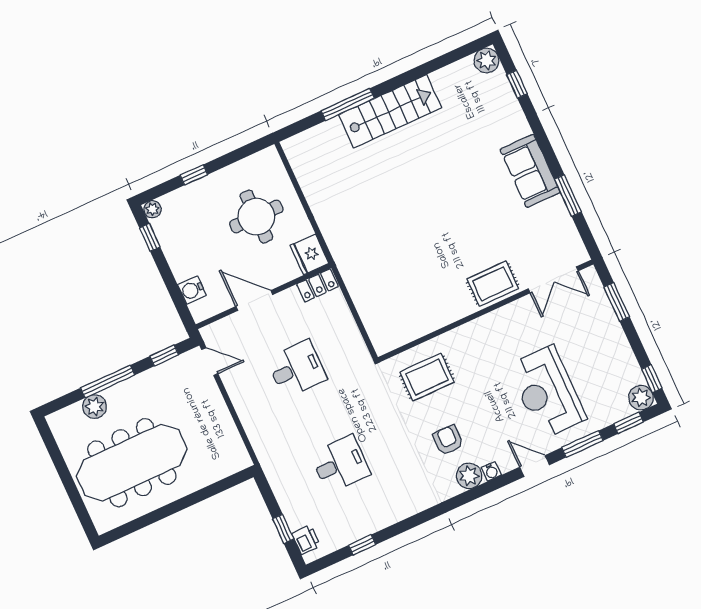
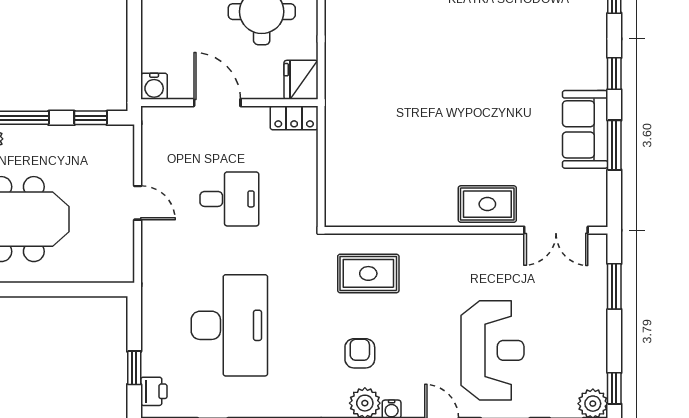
window: (543, 142) -> (614, 74), added
sofa: (530, 171) -> (585, 129), moved
water cooler: (192, 290) -> (154, 86), moved, turned -90
door: (210, 362) -> (138, 203), moved
reception desk: (547, 392) -> (492, 350), turned 180
desk: (340, 464) -> (229, 325), width x1.87, depth x1.30

